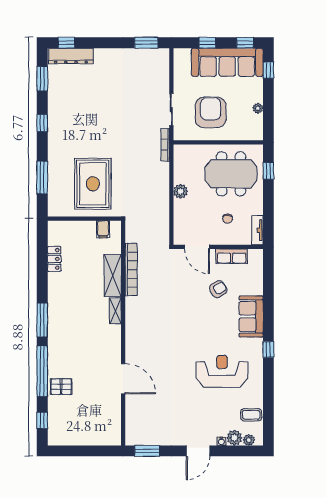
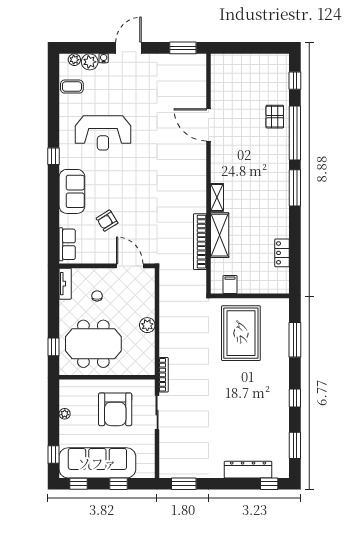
dresser: (71, 56) -> (248, 470), moved
row of seats: (232, 256) -> (67, 244), moved, turned 90
pallet: (61, 387) -> (275, 117), turned 90

